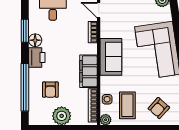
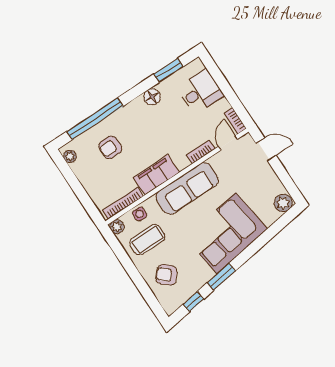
window: (25, 31) -> (168, 70), moved
printer: (37, 57) -> (135, 111), removed
sofa: (111, 57) -> (187, 188), width x1.36
plant: (62, 116) -> (70, 156), moved, width x0.53, depth x0.53

